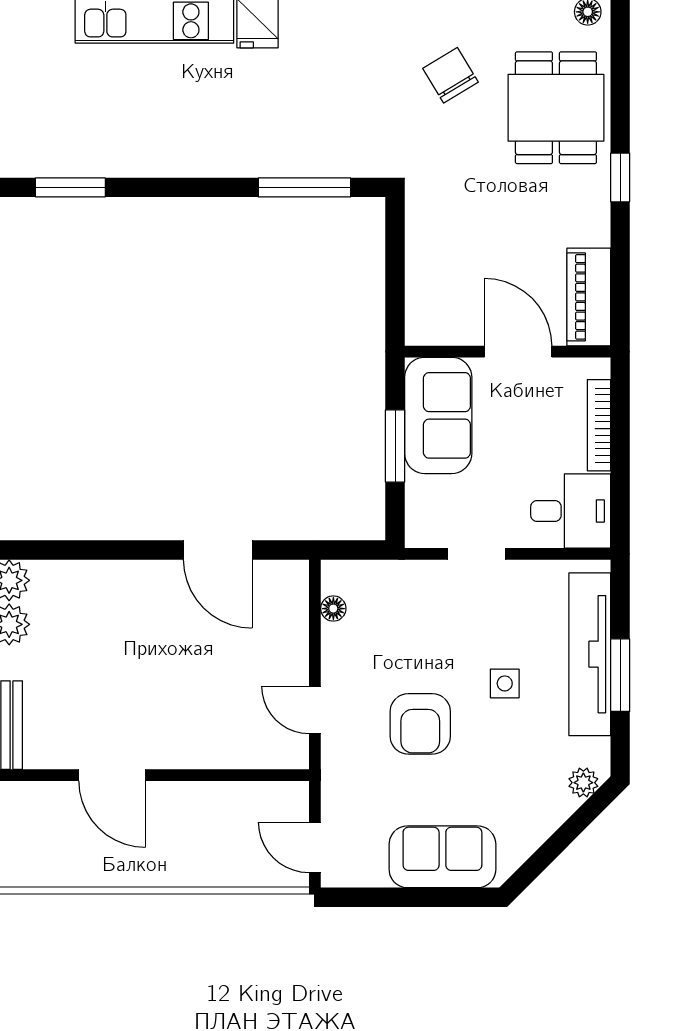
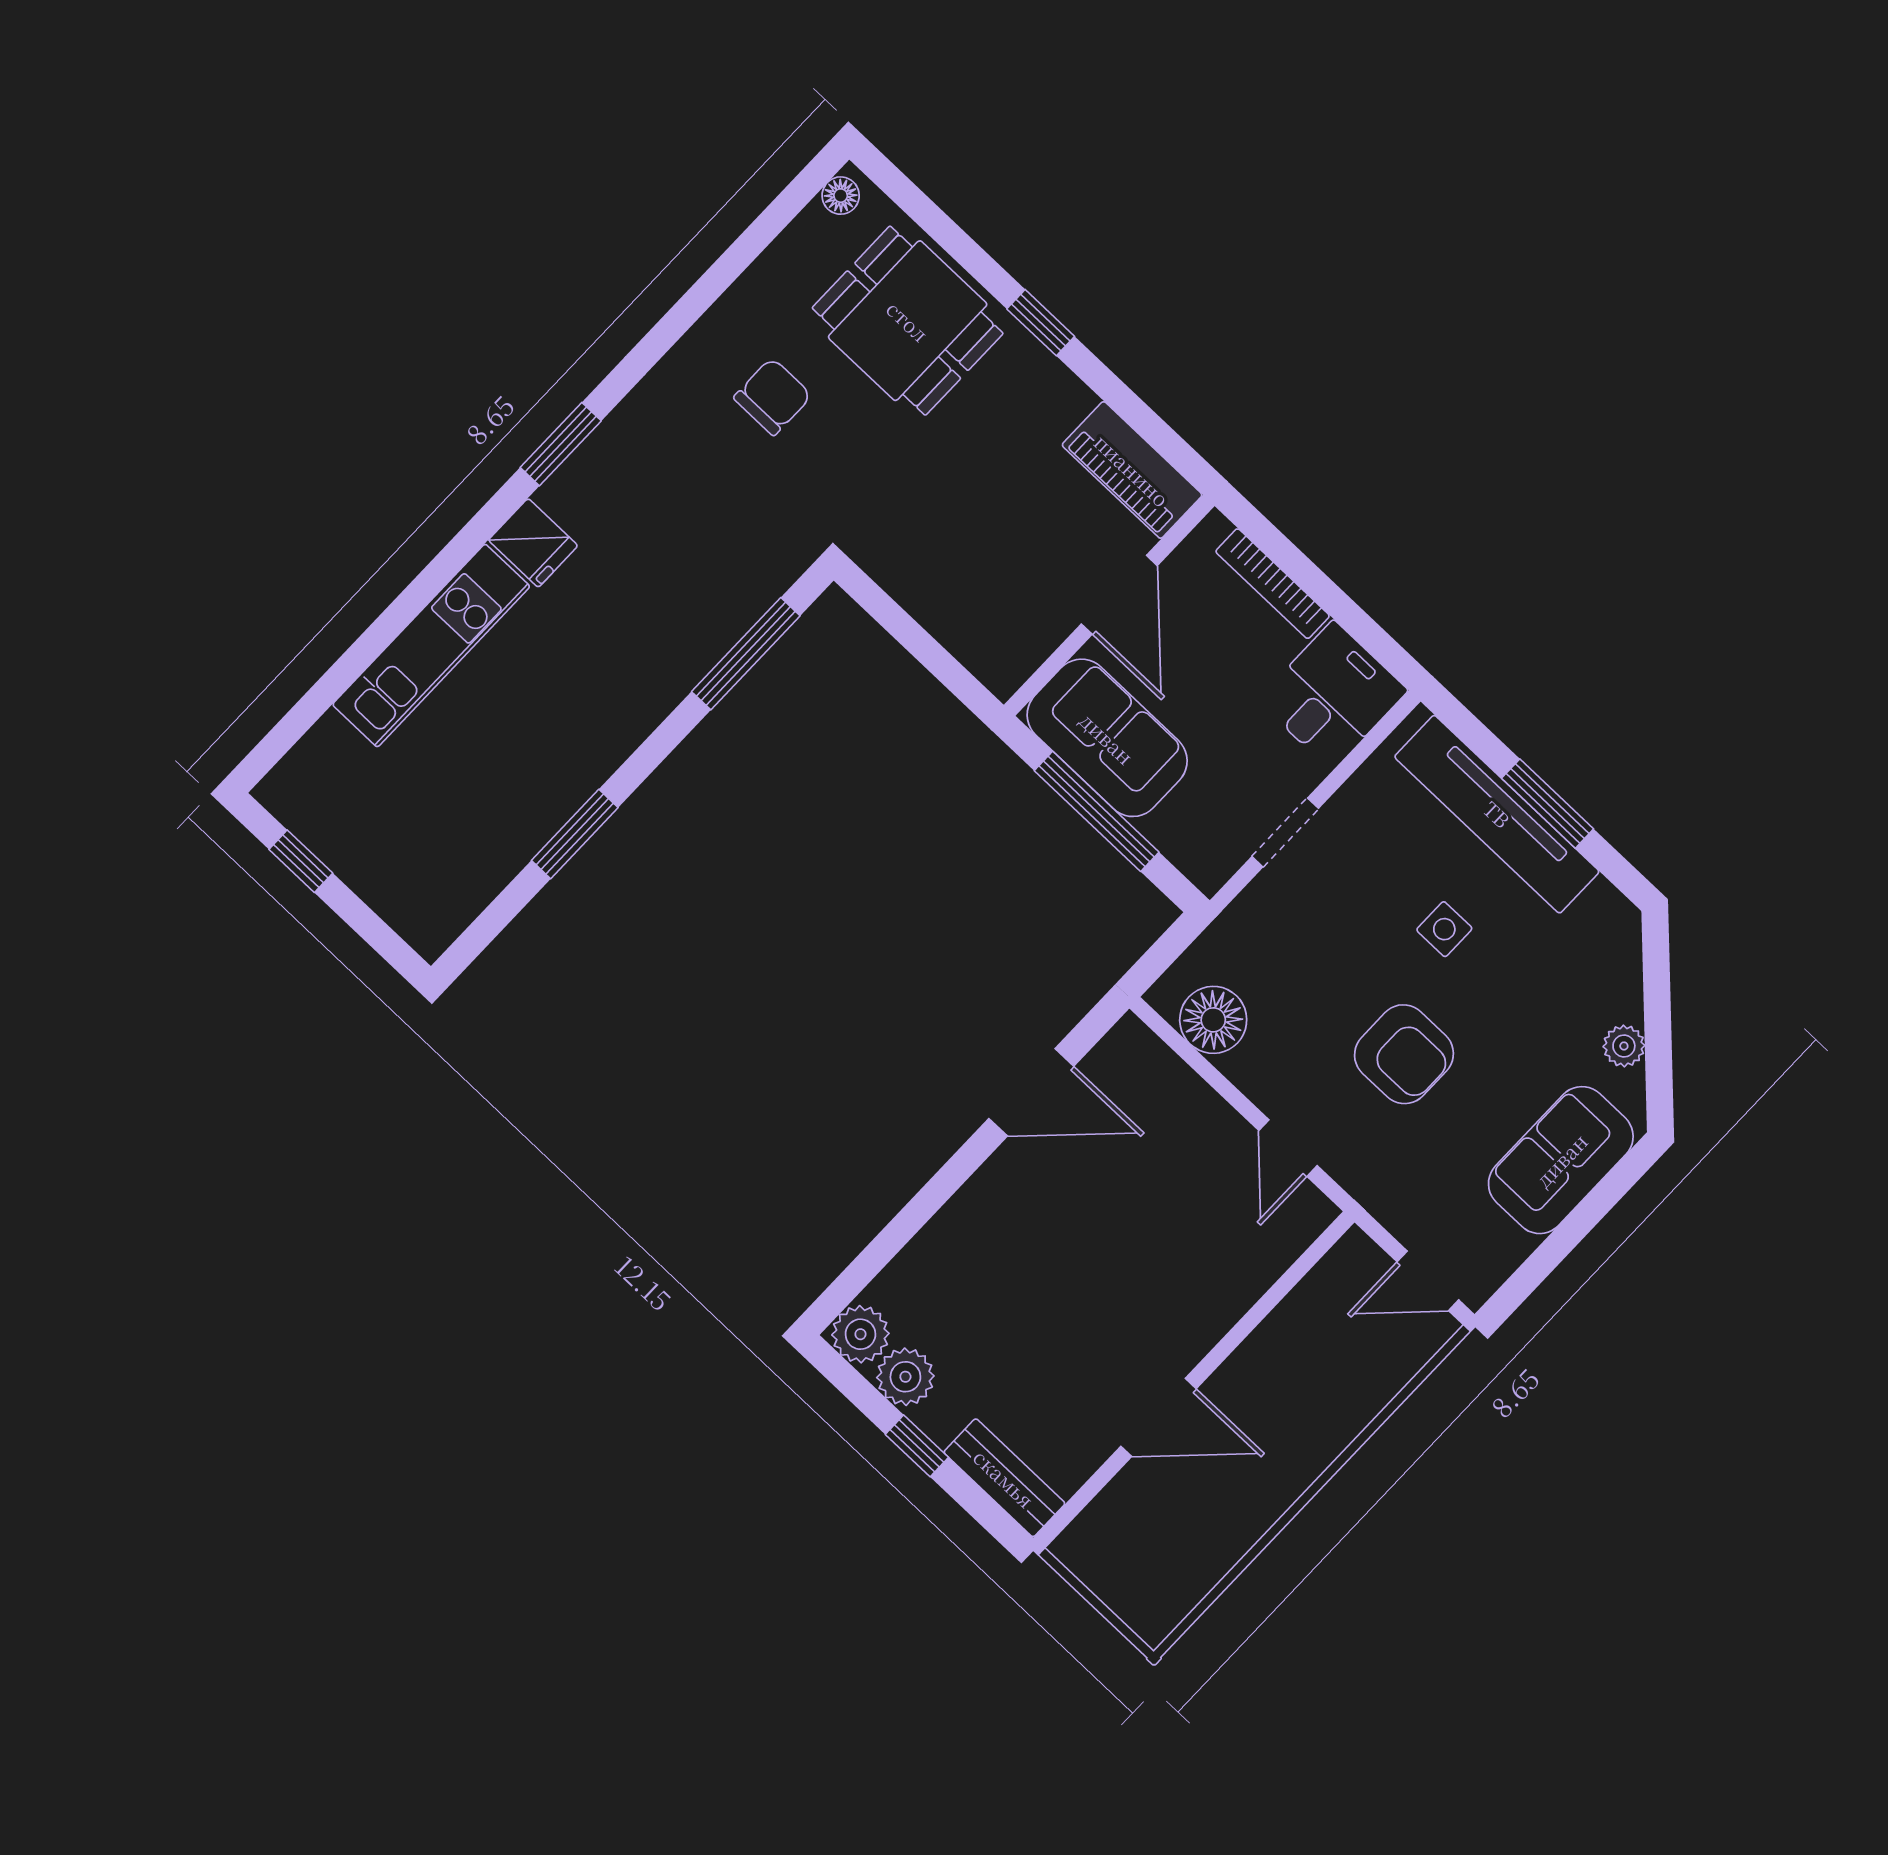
chair: (450, 75) -> (773, 397), turned 121
window: (70, 187) -> (575, 834), moved
door: (518, 352) -> (1119, 595), swing flipped
window: (395, 446) -> (1097, 811), width x1.44
floor lamp: (333, 609) -> (1213, 1020), width x1.89, depth x1.89
door: (315, 710) -> (1288, 1148), hinge flipped
plant: (583, 783) -> (1624, 1046), moved

